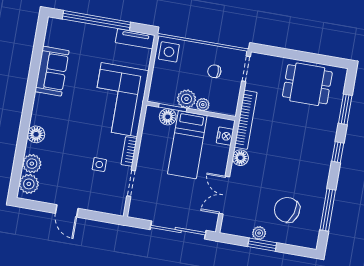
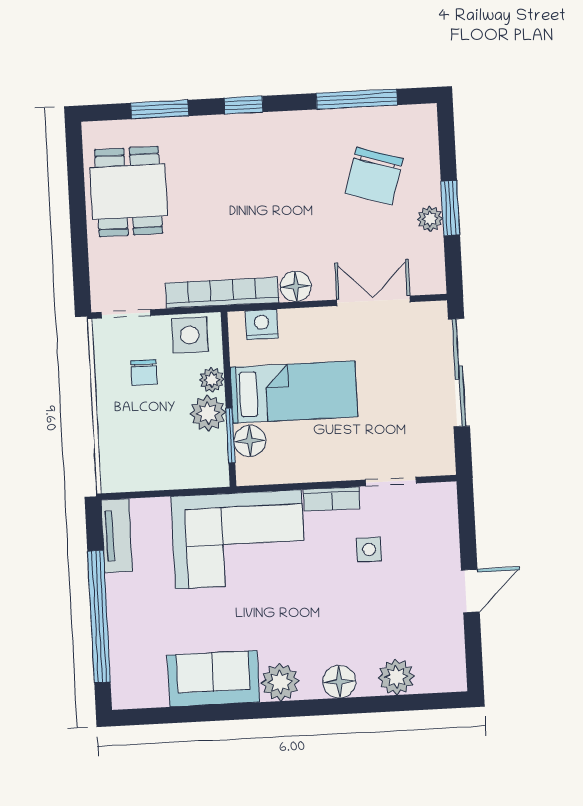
side table: (169, 52) -> (190, 335), moved
plant: (29, 184) -> (280, 682), moved
double door: (224, 195) -> (373, 301), swing flipped

